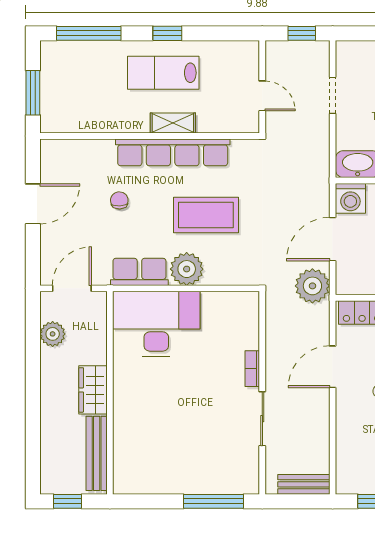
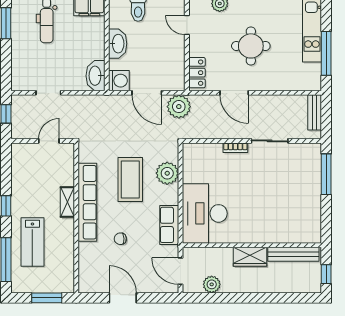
lab bench: (163, 73) -> (32, 242), moved
plant: (187, 269) -> (167, 173), moved

